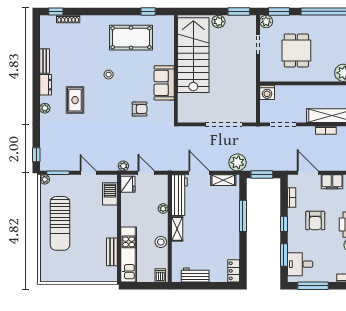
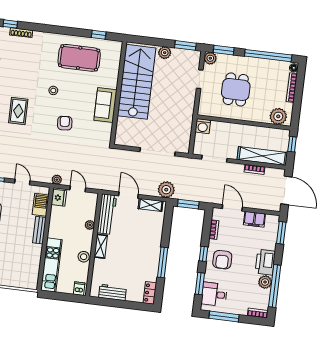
armchair: (140, 109) -> (65, 123), moved, turned -95
window: (243, 216) -> (163, 262), moved
armchair: (315, 221) -> (222, 260), moved
bench: (112, 252) -> (39, 230), moved

